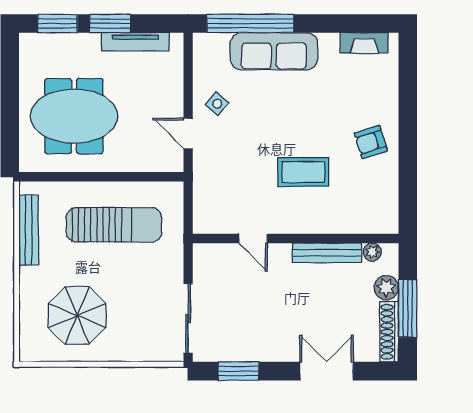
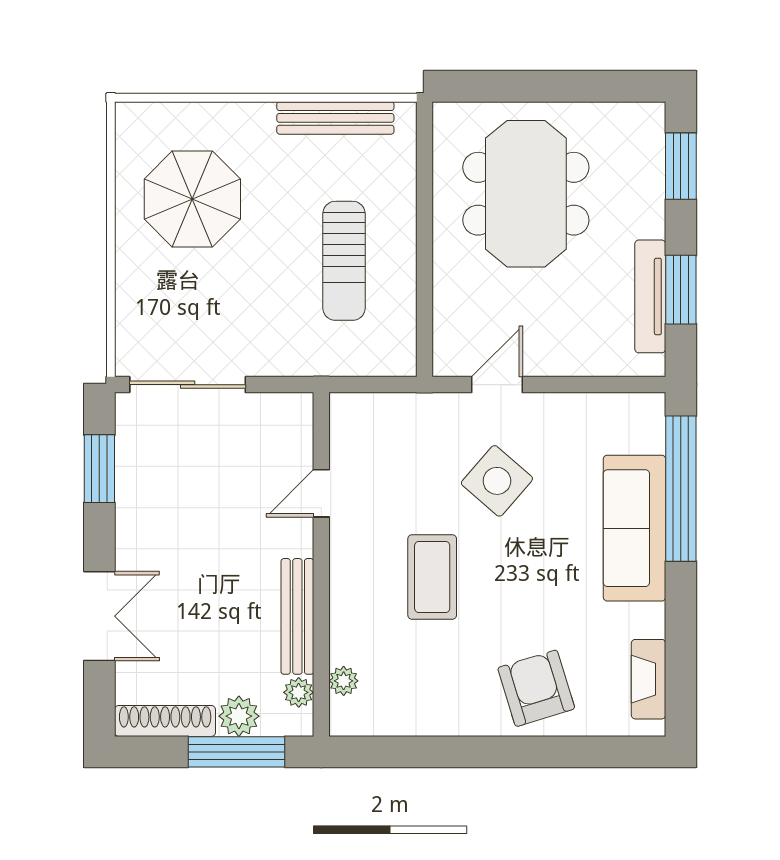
window: (110, 23) -> (681, 290), moved
side table: (217, 104) -> (497, 481), moved, width x1.87, depth x1.87
armchair: (371, 142) -> (536, 688), moved, width x1.38, depth x1.38
sun lounger: (114, 225) -> (344, 261), width x0.73, depth x0.75
plant: (365, 225) -> (344, 681), added
window: (408, 308) -> (237, 752), moved

